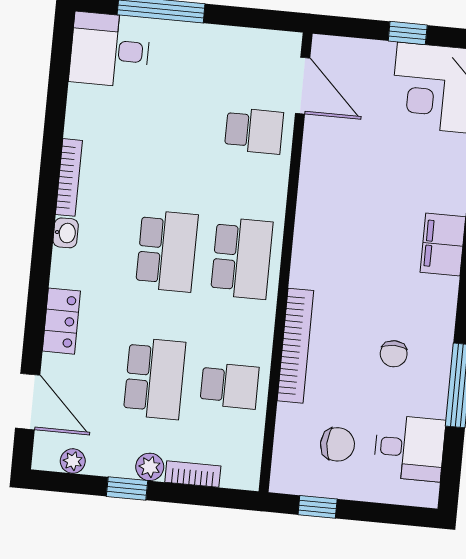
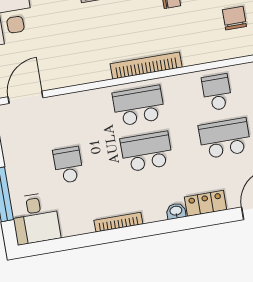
school desk: (254, 131) -> (68, 165), moved
washbasin: (66, 233) -> (176, 211), moved
bookcase: (295, 346) -> (146, 66), moved

